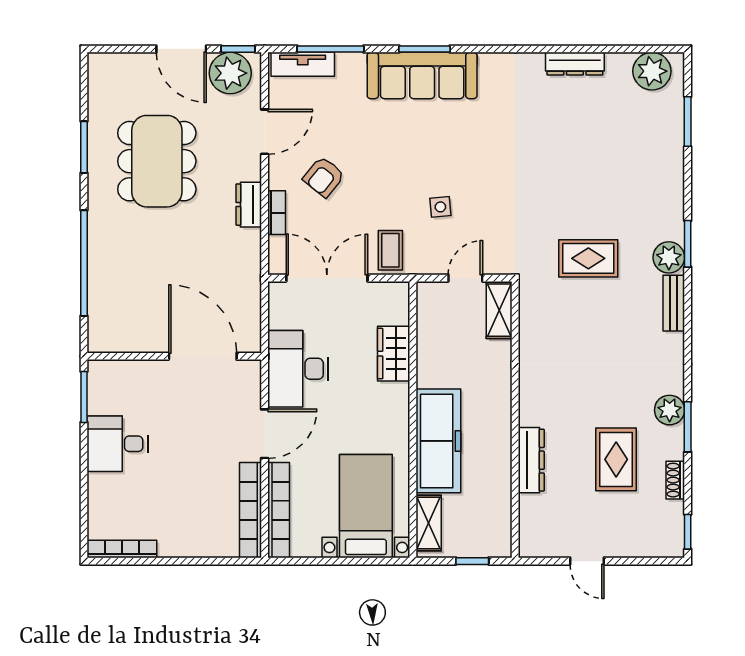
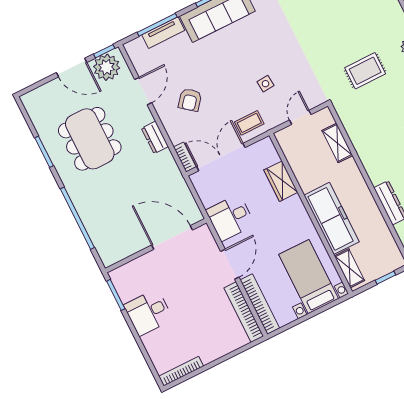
tv unit: (303, 64) -> (163, 33), moved
bookcase: (277, 213) -> (185, 157), moved
coffee table: (390, 250) -> (249, 123), turned 90
shelving: (499, 310) -> (337, 143), moved
desk: (298, 369) -> (230, 217), width x0.73

